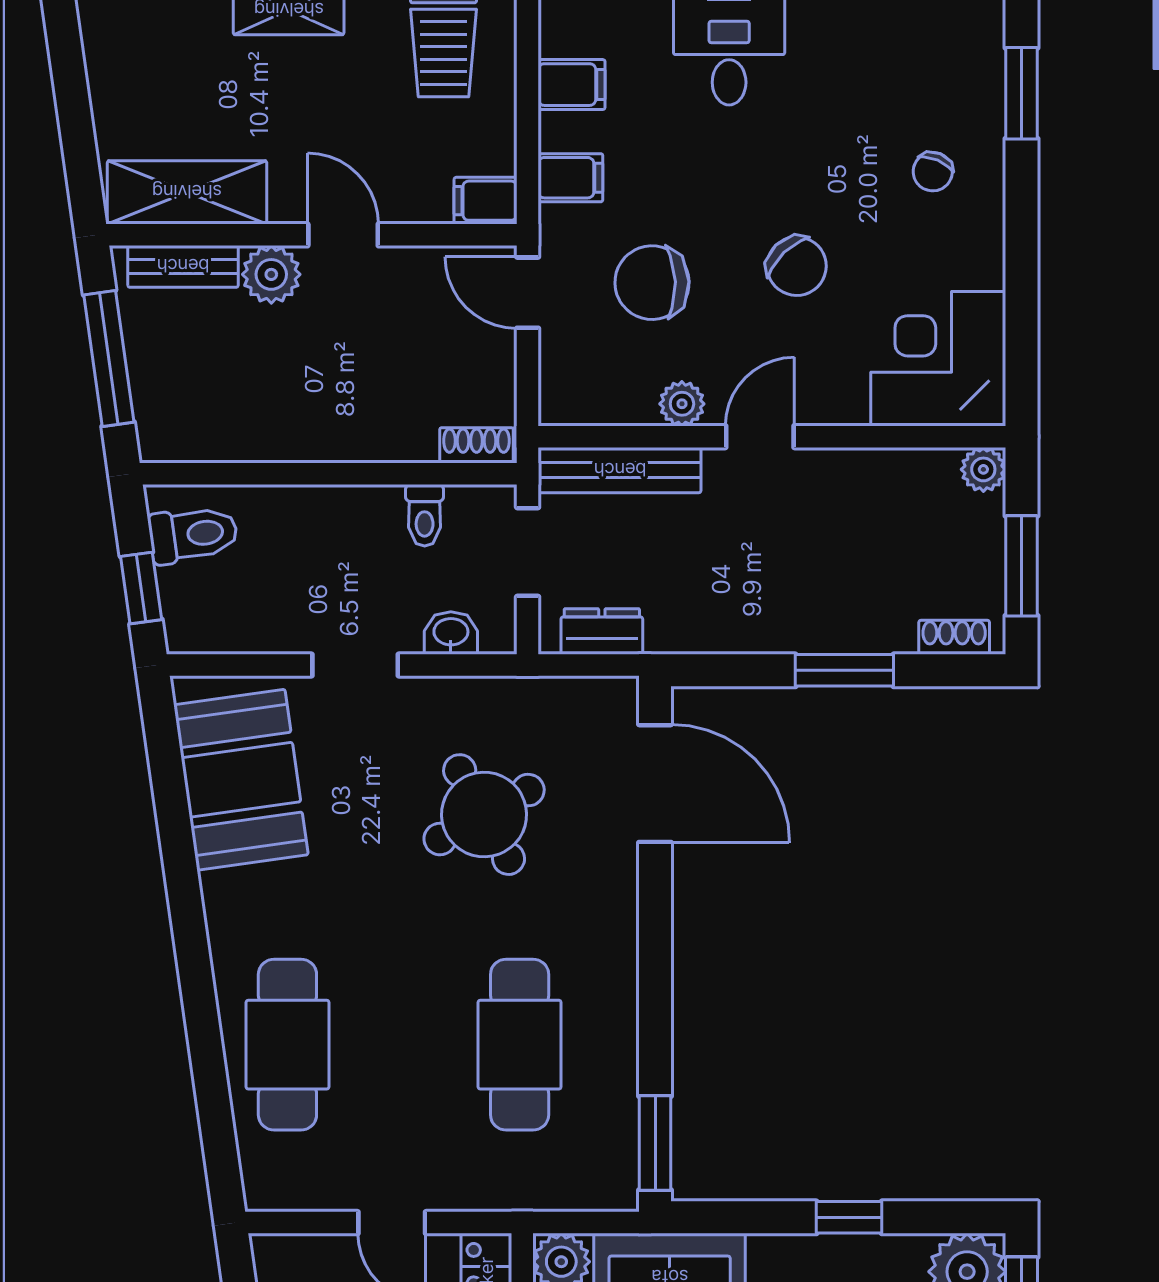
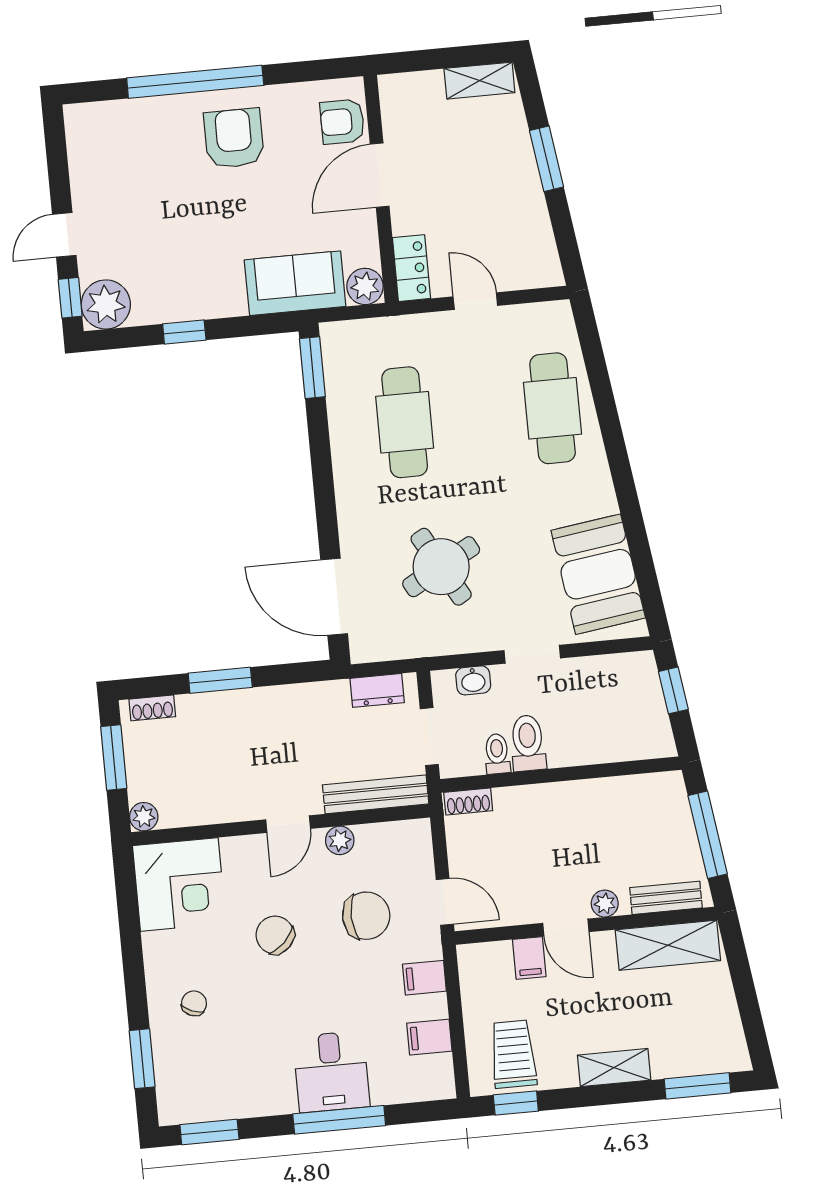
filing cabinet: (486, 201) -> (529, 958), moved, turned 90
plant: (271, 274) -> (605, 904), width x0.73, depth x0.73
toilet: (193, 534) -> (528, 743), moved, turned 98

